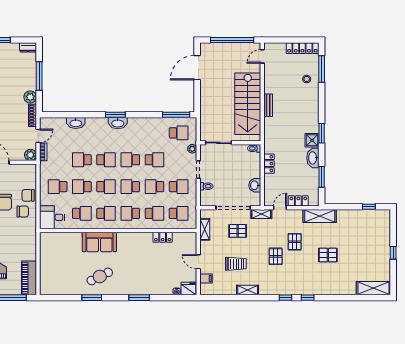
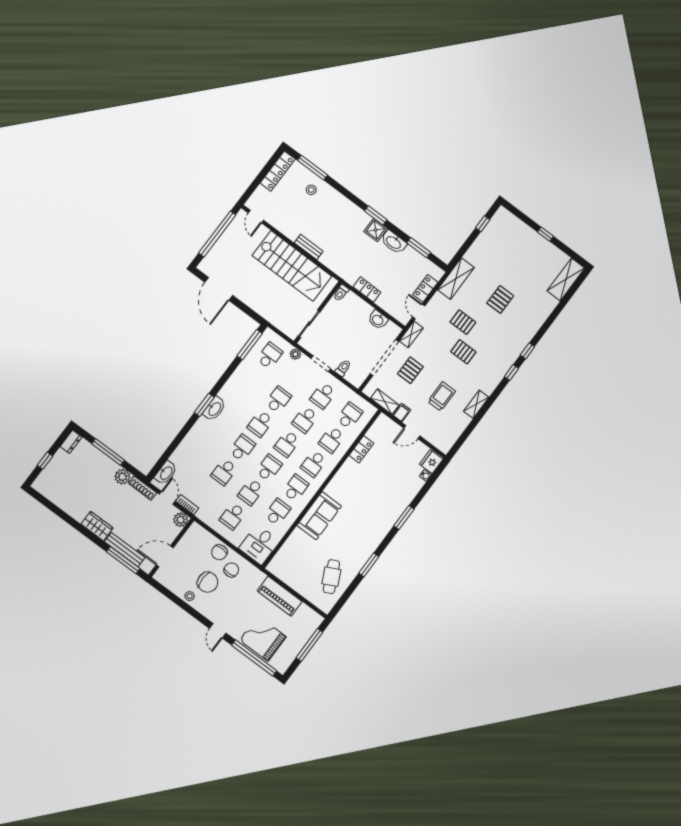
washbasin: (76, 123) -> (166, 473), moved
school desk: (179, 187) -> (323, 396), turned 180
school desk: (154, 213) -> (332, 440), turned 180
cafe table: (100, 276) -> (331, 577), moved
piano: (29, 278) -> (280, 596), moved
filing cabinet: (206, 279) -> (402, 413), moved

